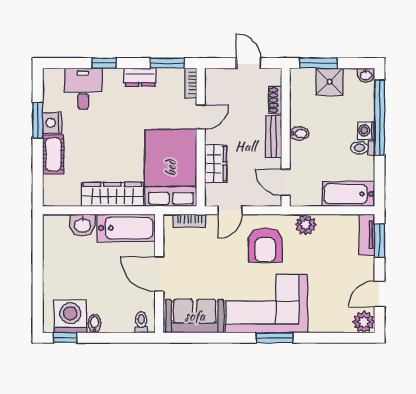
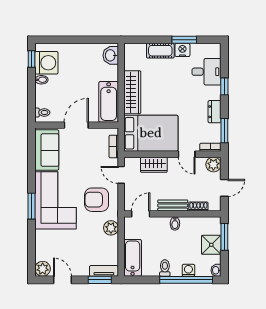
plant: (215, 79) -> (213, 165), added
washing machine: (366, 130) -> (188, 270), moved
washbasin: (83, 225) -> (111, 55), moved

